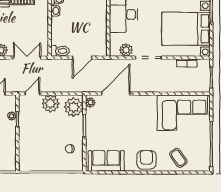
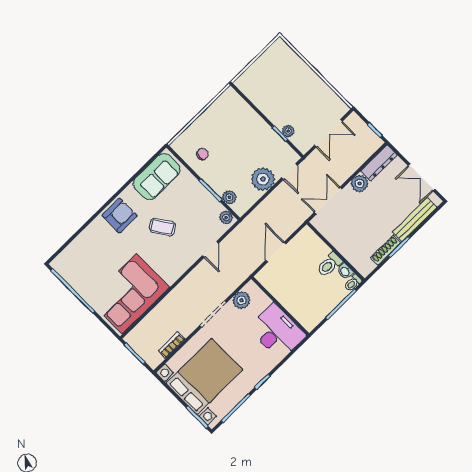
toilet: (60, 51) -> (329, 265), moved
double door: (27, 58) -> (328, 201), swing flipped
door: (116, 94) -> (210, 250), width x0.53
plant: (74, 107) -> (229, 197), width x0.53, depth x0.53
coffee table: (178, 158) -> (162, 227), moved
armchair: (146, 160) -> (120, 216), turned -90

